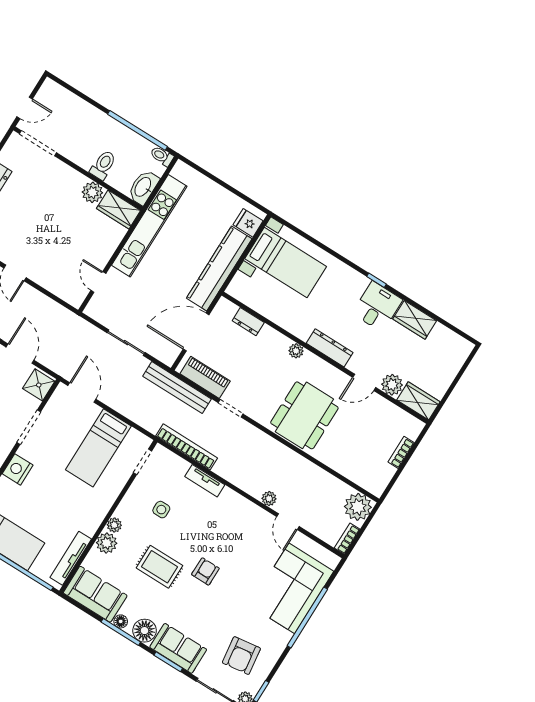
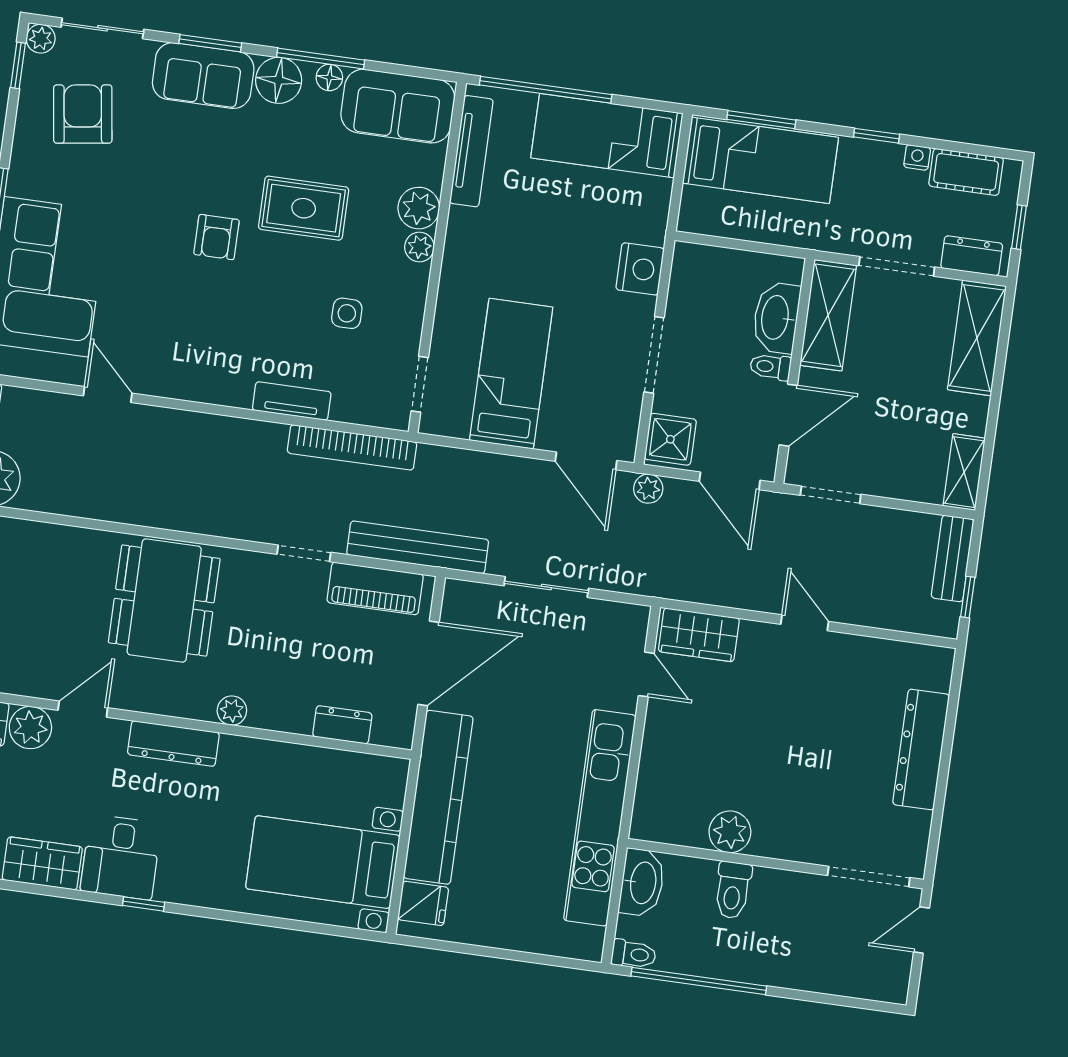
wardrobe: (118, 209) -> (699, 635), moved, turned 180
plant: (269, 499) -> (648, 489), moved

